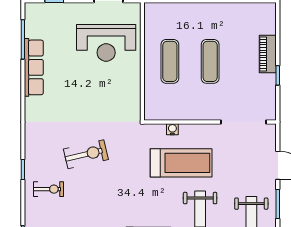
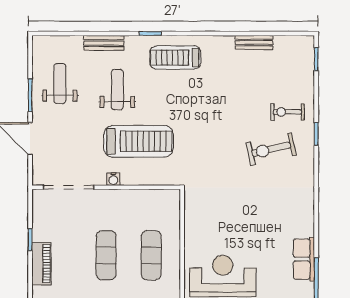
row of seats: (34, 67) -> (304, 259), width x0.68
water cooler: (172, 129) -> (113, 179), moved
exercise bike: (86, 154) -> (271, 149), moved
treadmill: (181, 163) -> (139, 141), turned 180

